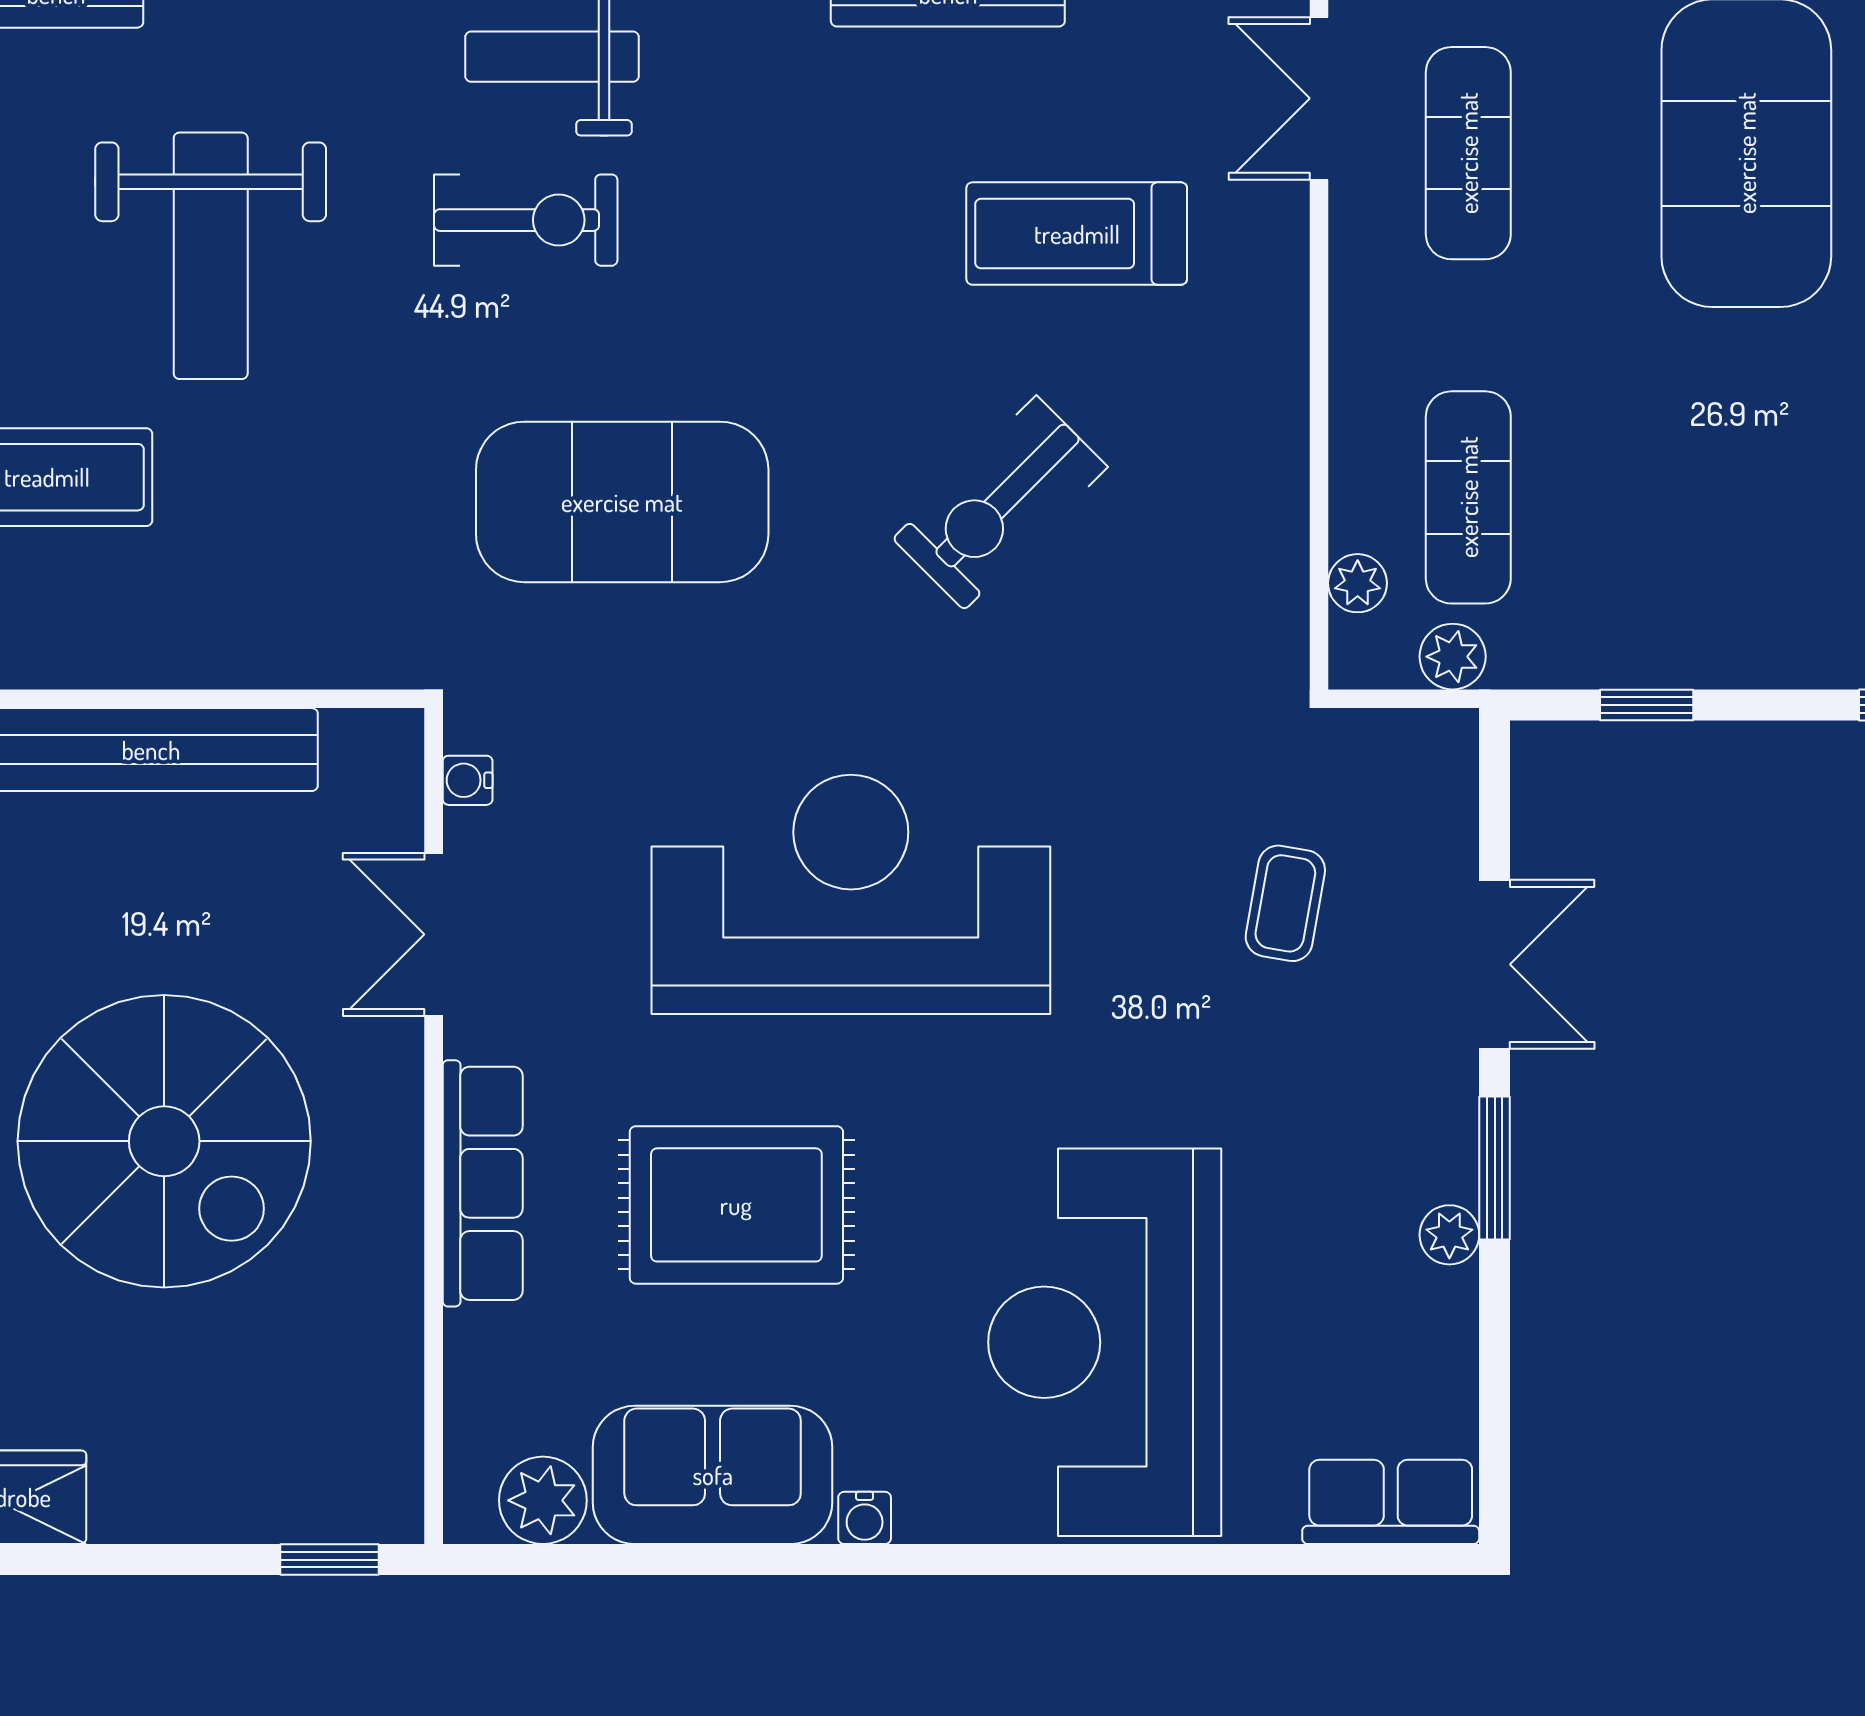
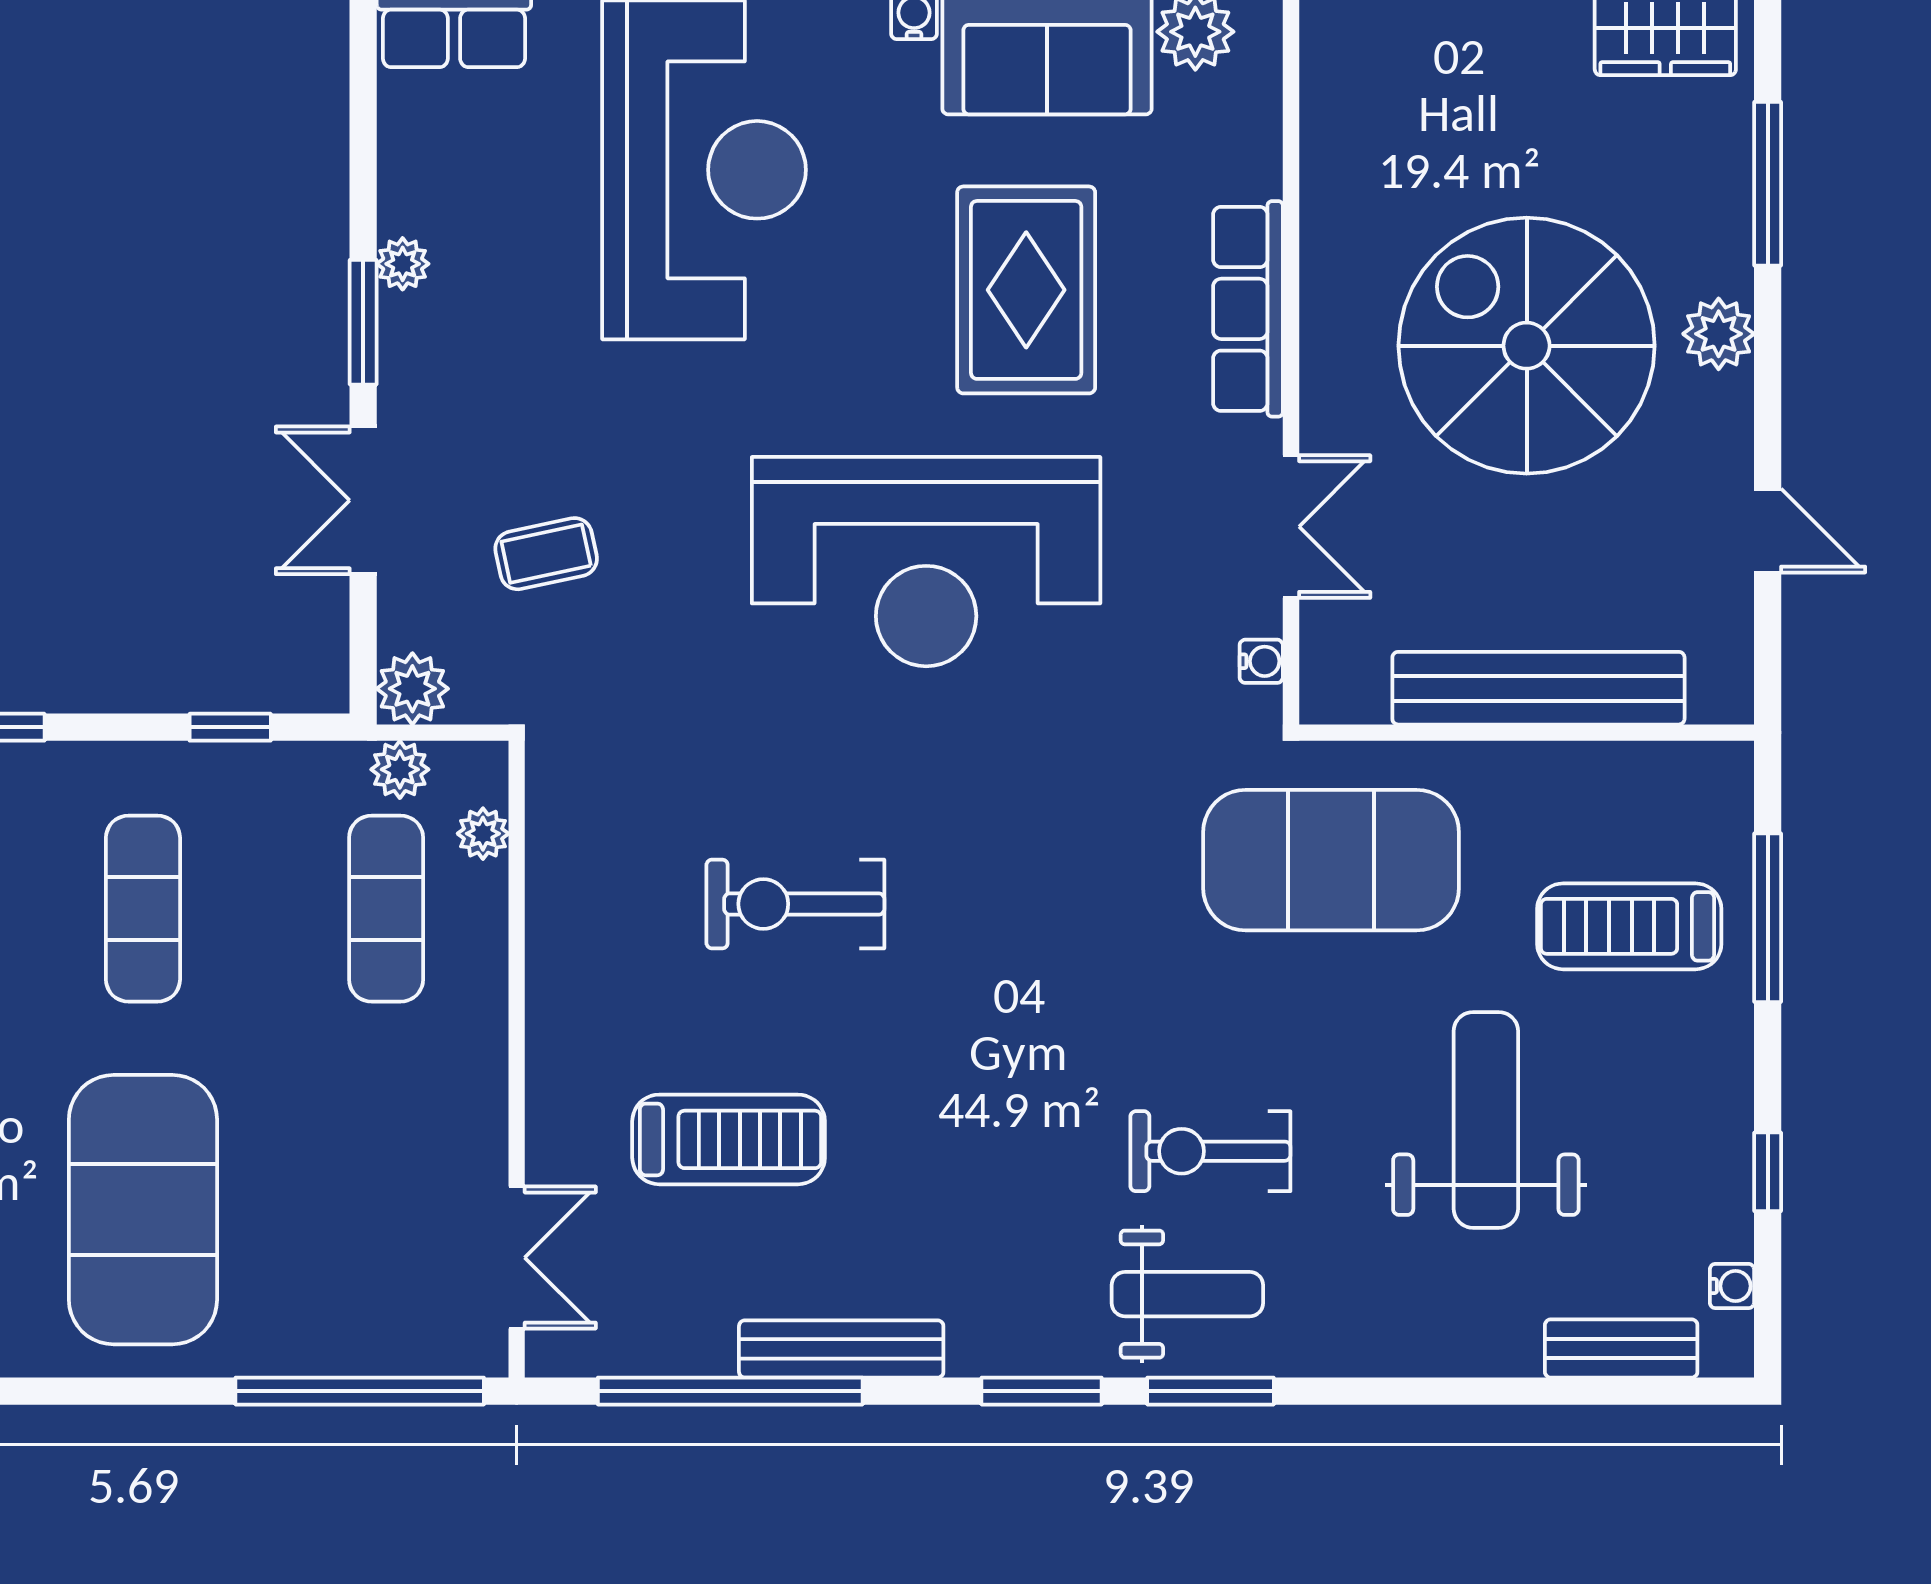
exercise mat: (1468, 153) -> (143, 909), moved
exercise mat: (622, 502) -> (1331, 860), moved
exercise bike: (1000, 503) -> (795, 904), turned -135
plant: (1438, 749) -> (412, 689), added
coffee table: (1285, 903) -> (546, 554), turned 68
rug: (736, 1205) -> (1026, 290), turned 90

